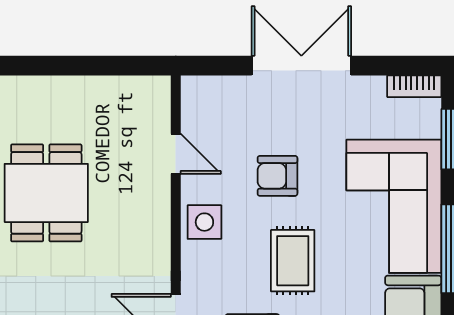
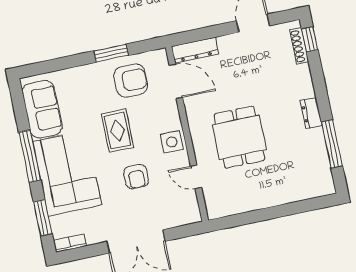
armchair: (277, 176) -> (136, 177), turned 90
dining table: (46, 193) -> (239, 137), moved

